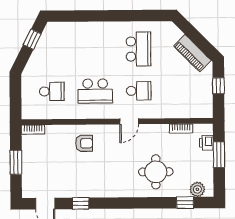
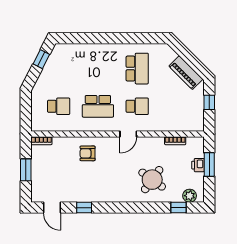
armchair: (84, 143) -> (88, 153), turned 180
printer: (206, 143) -> (198, 165), moved
round table: (156, 172) -> (152, 180), turned 36

